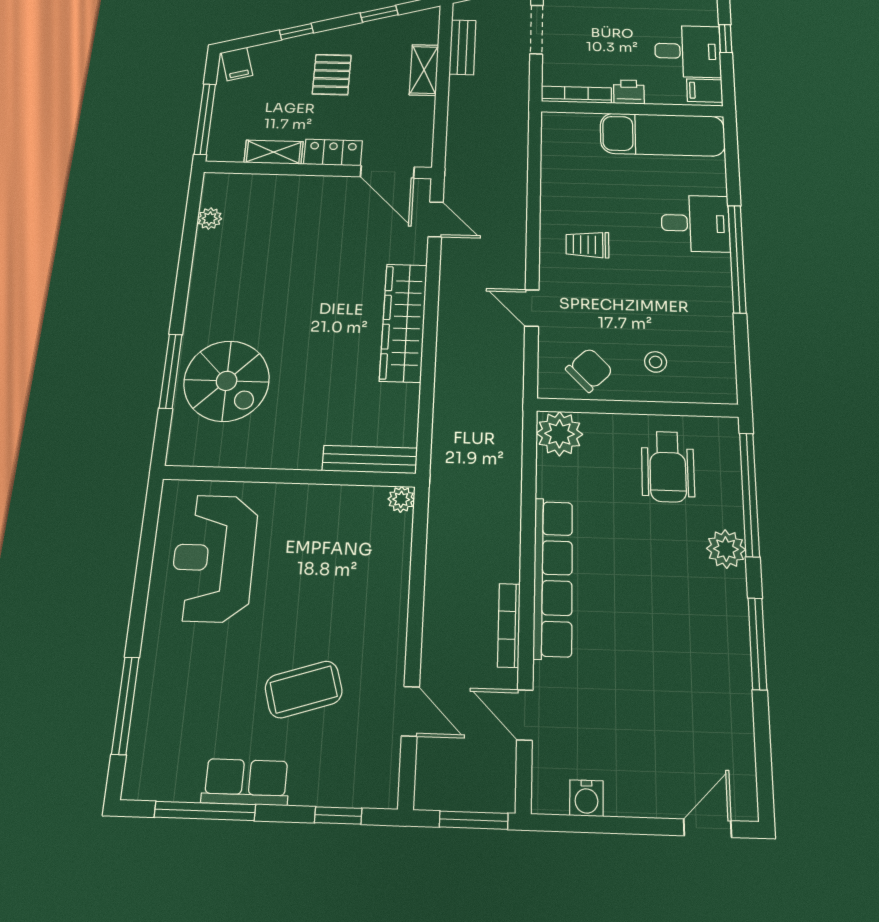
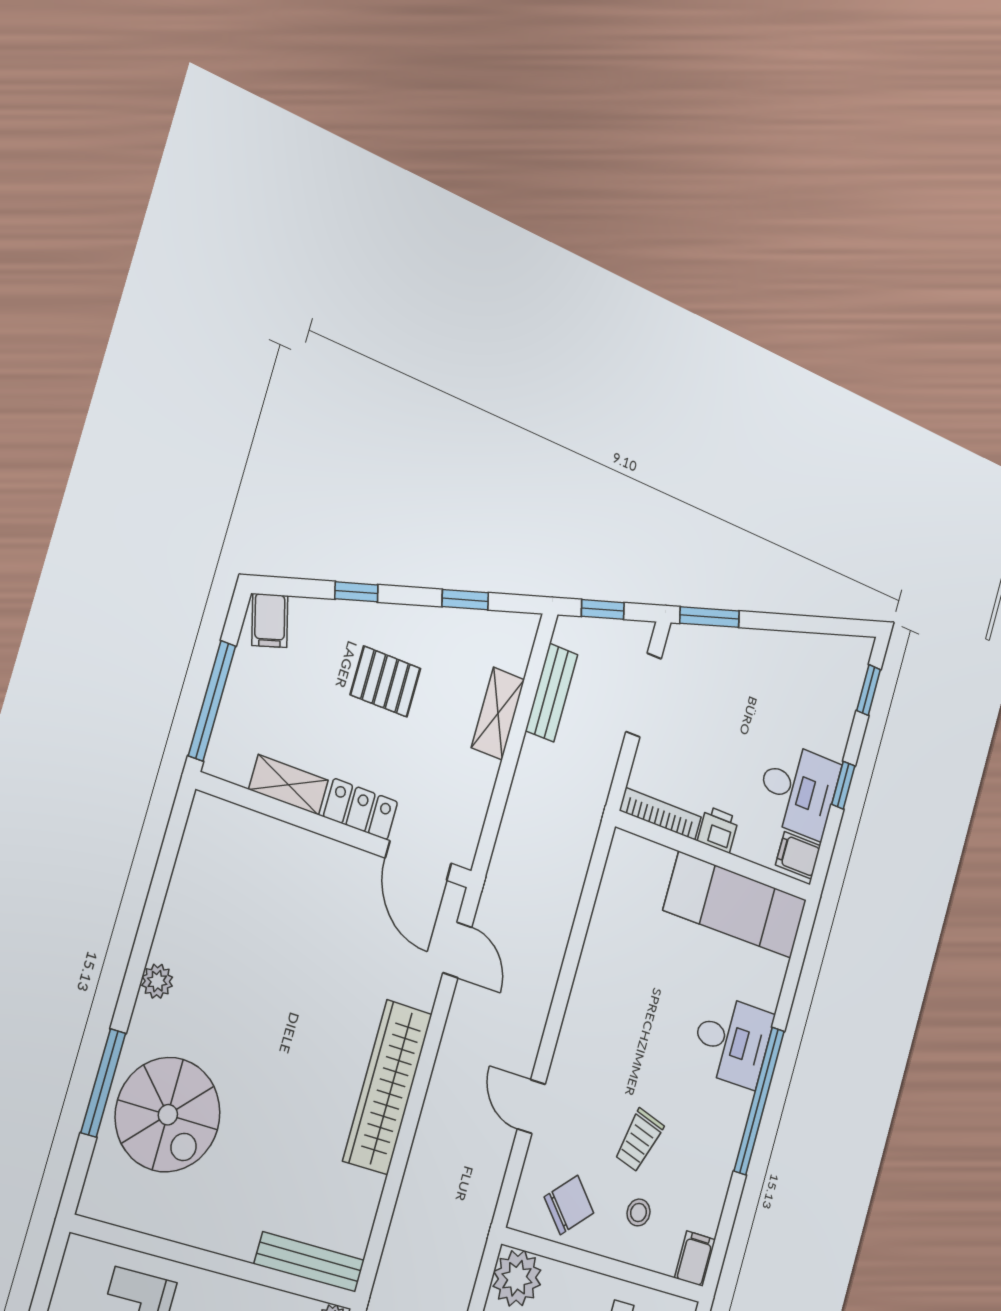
pallet: (332, 75) -> (385, 682), turned 90
plant: (210, 218) -> (157, 981), moved
trolley: (587, 245) -> (639, 1140), moved, turned -74
filing cabinet: (722, 385) -> (695, 1259), added

